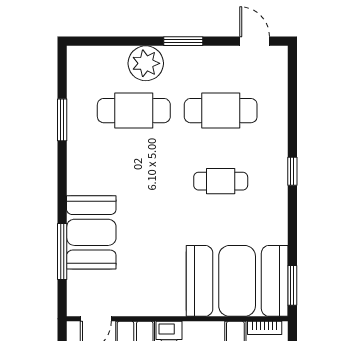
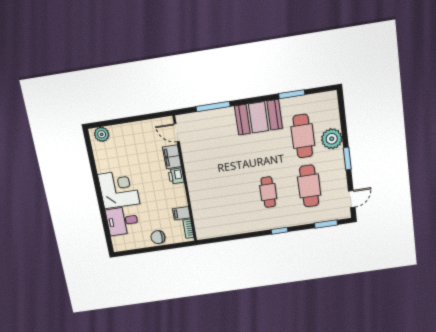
booth: (91, 232) -> (258, 117), moved
booth: (237, 281) -> (212, 210), removed
window: (292, 285) -> (326, 224), moved

